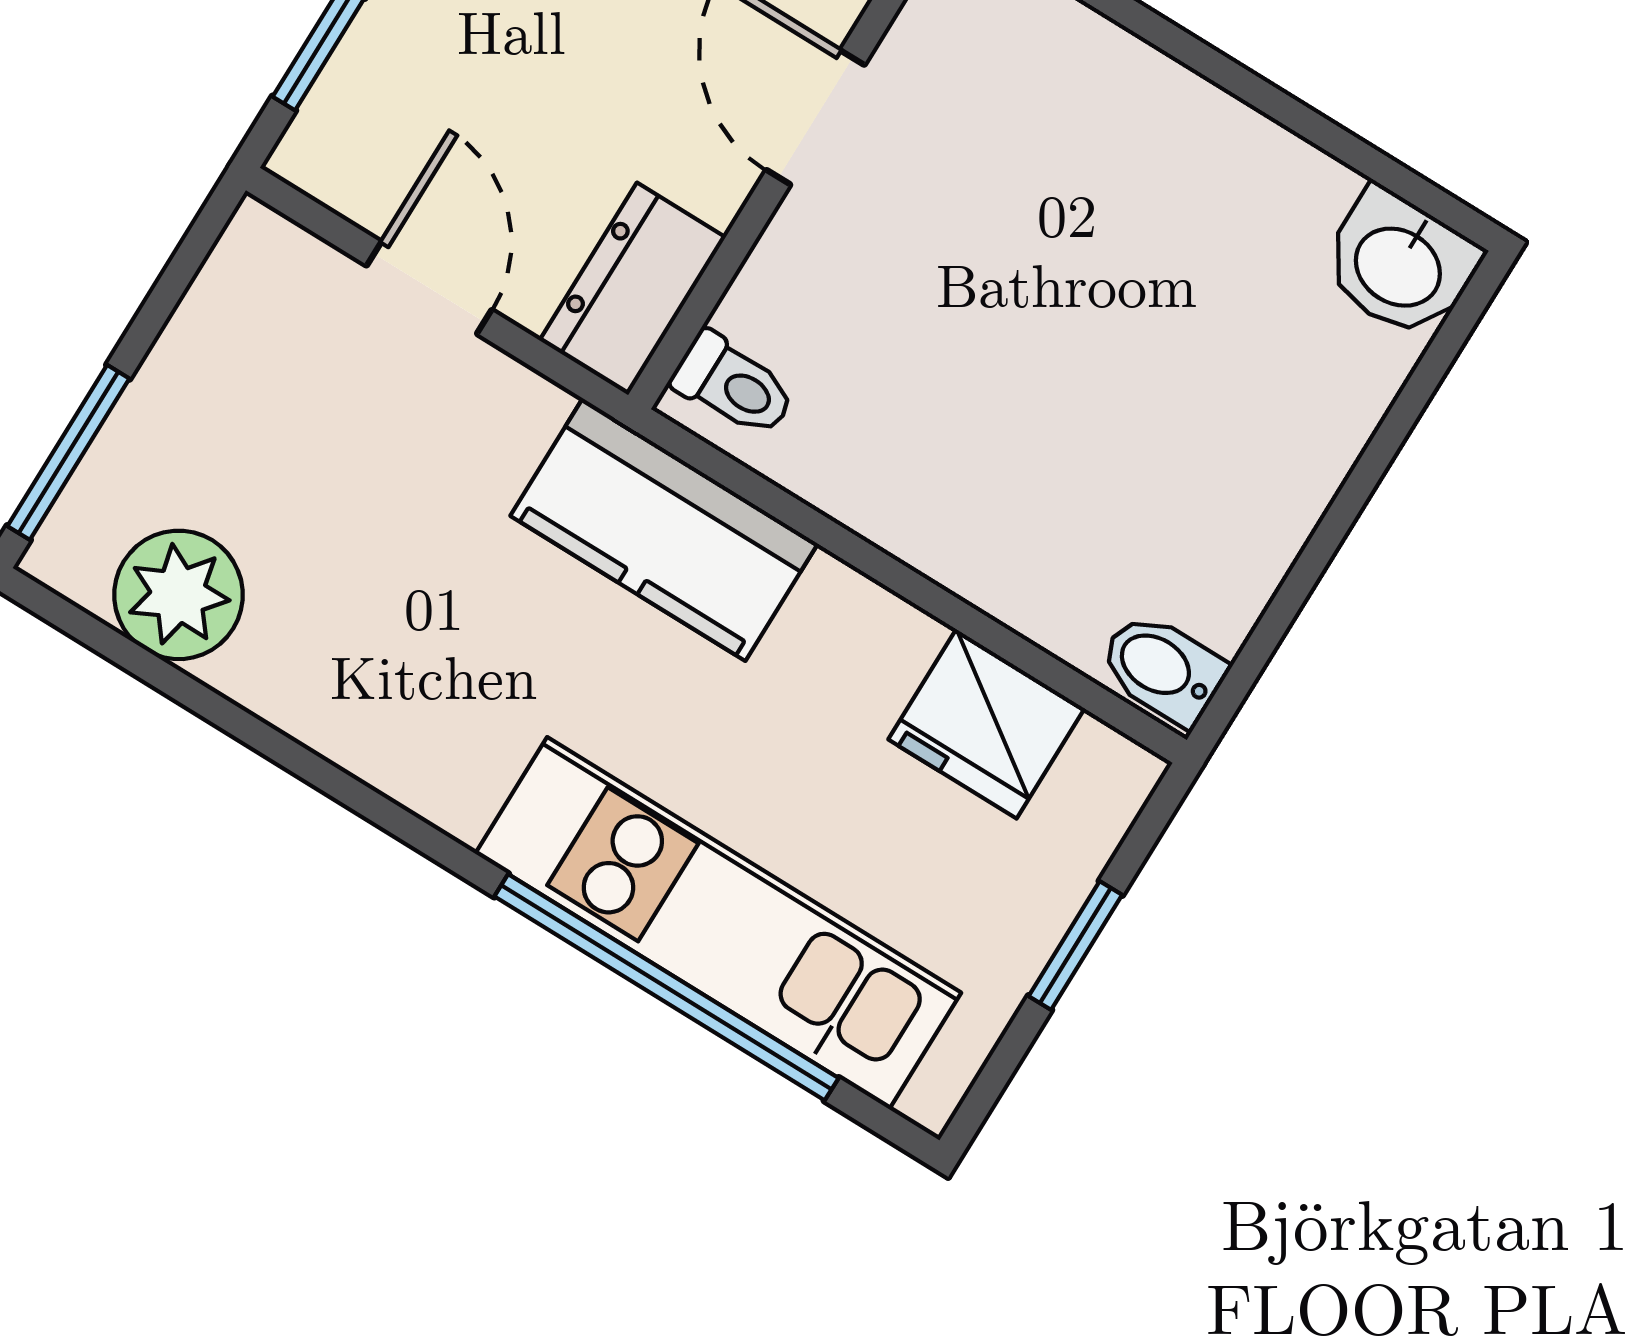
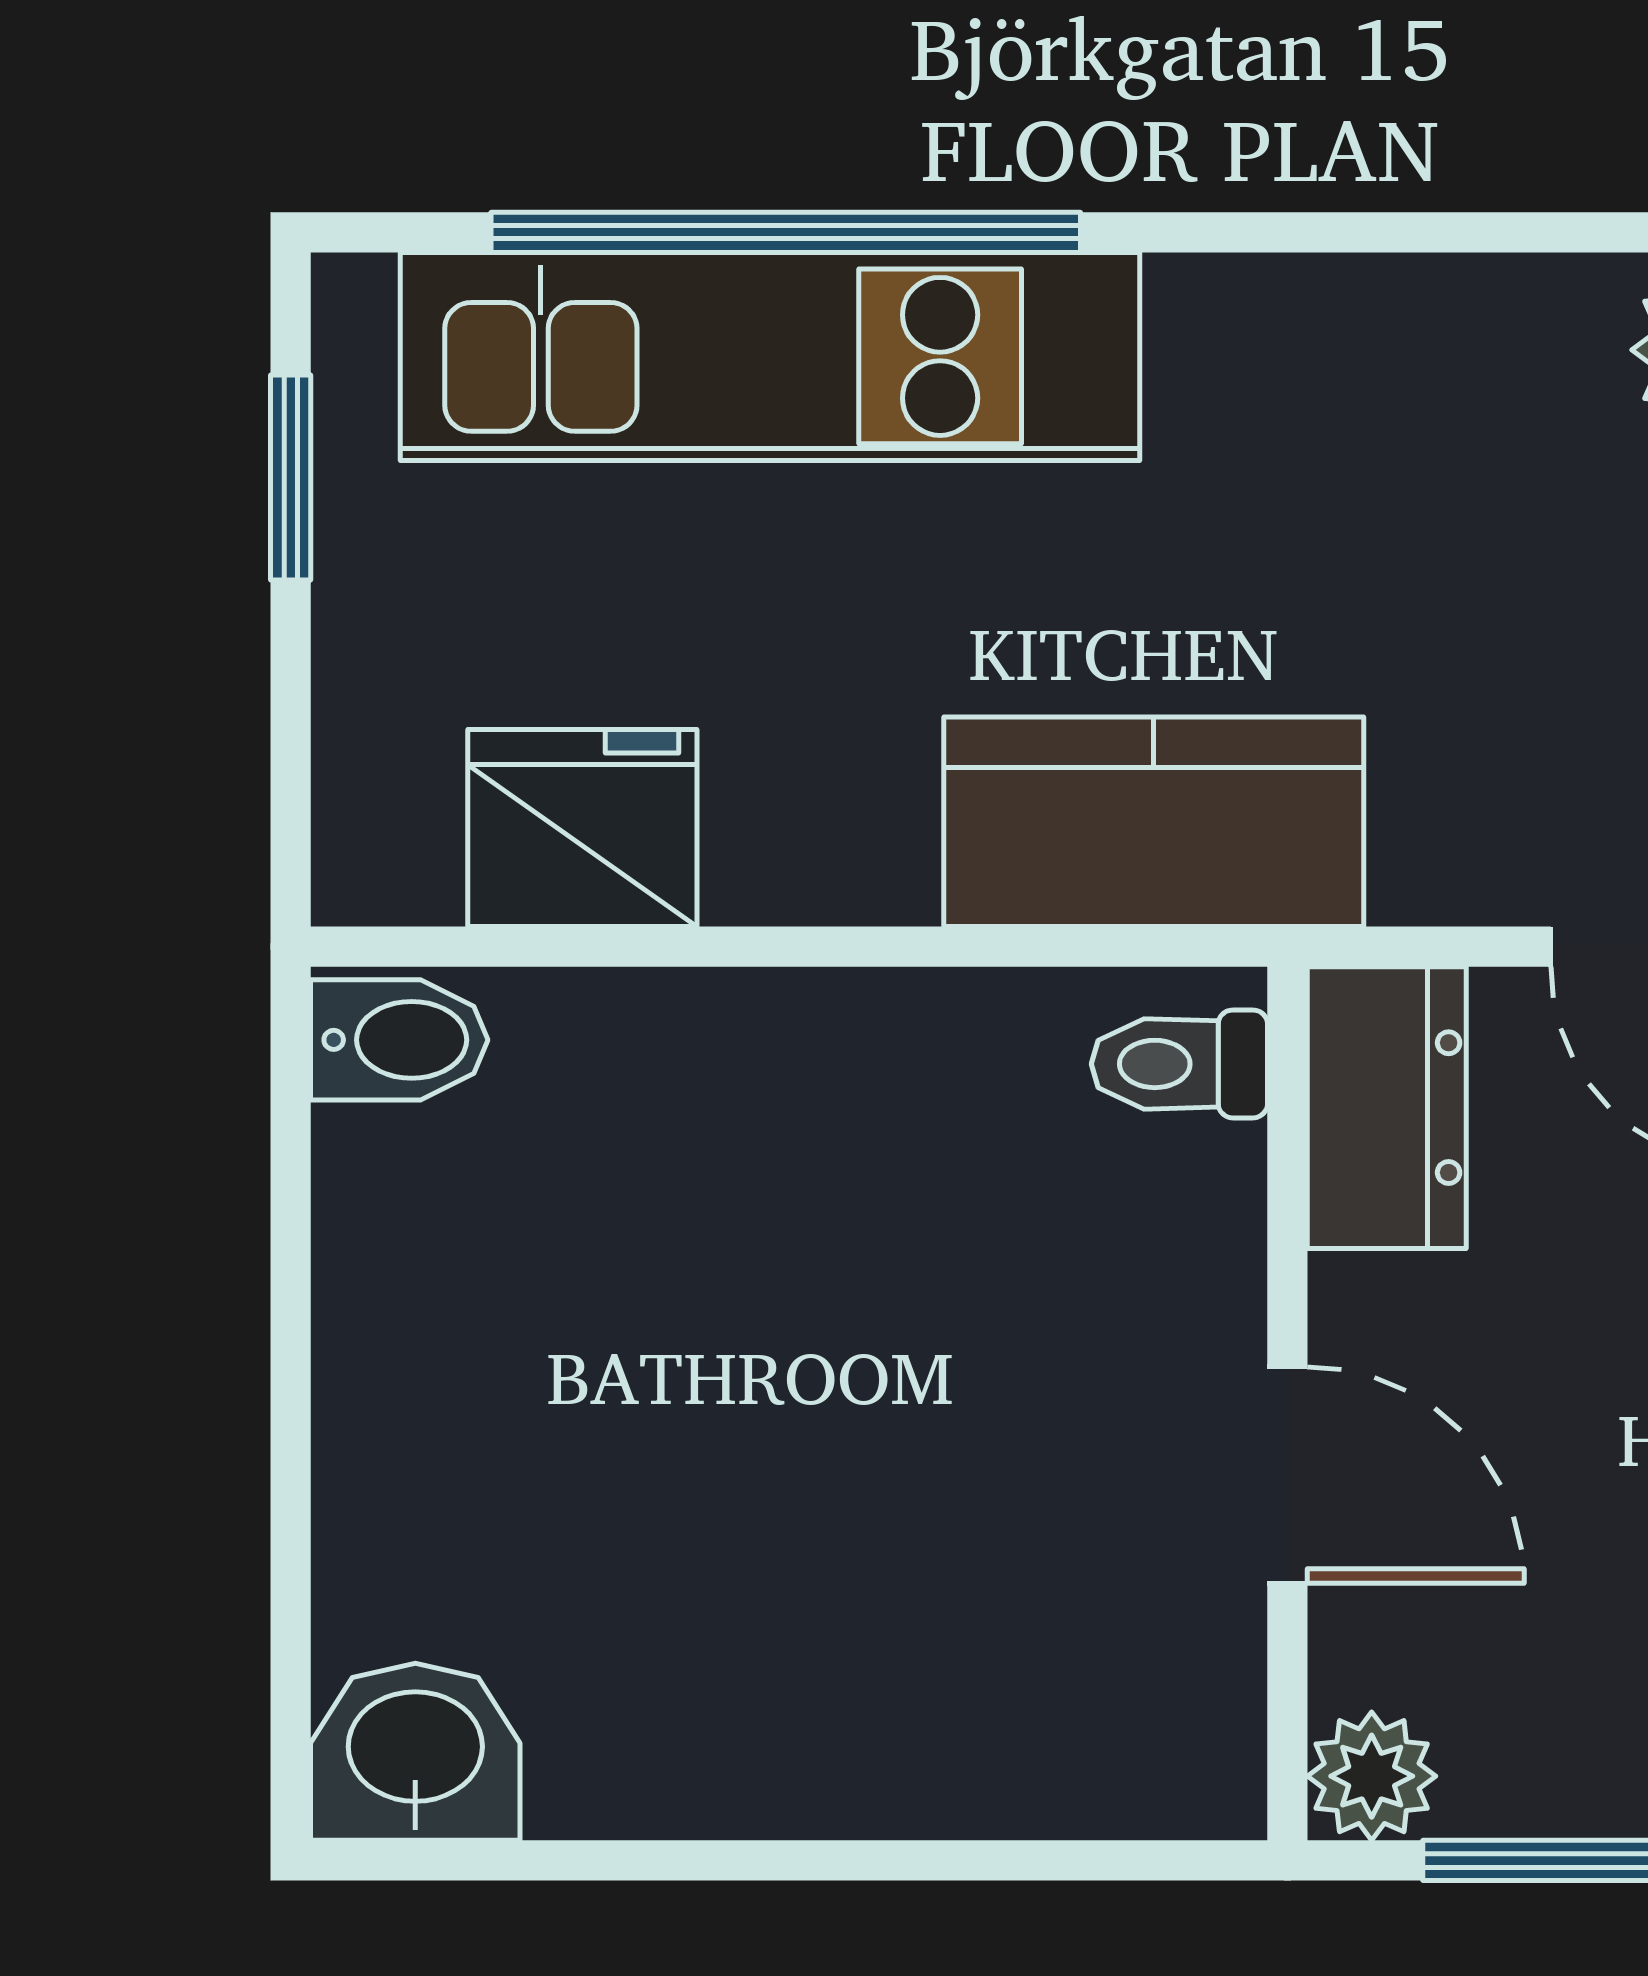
window: (1075, 946) -> (291, 478), moved

